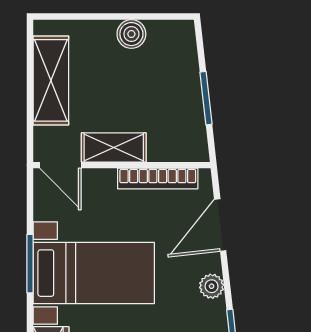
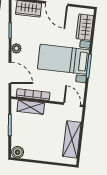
boiler: (131, 34) -> (18, 152), moved
shelving: (114, 147) -> (31, 107), moved
door: (220, 225) -> (10, 73), hinge flipped

